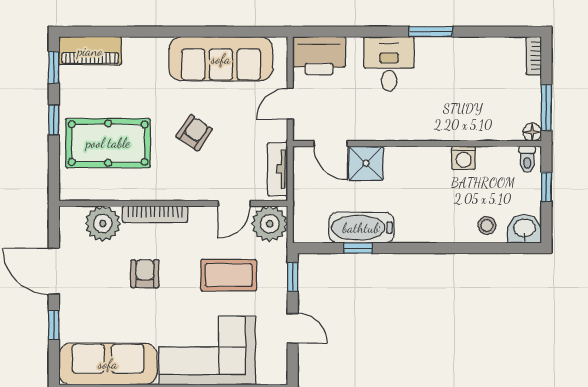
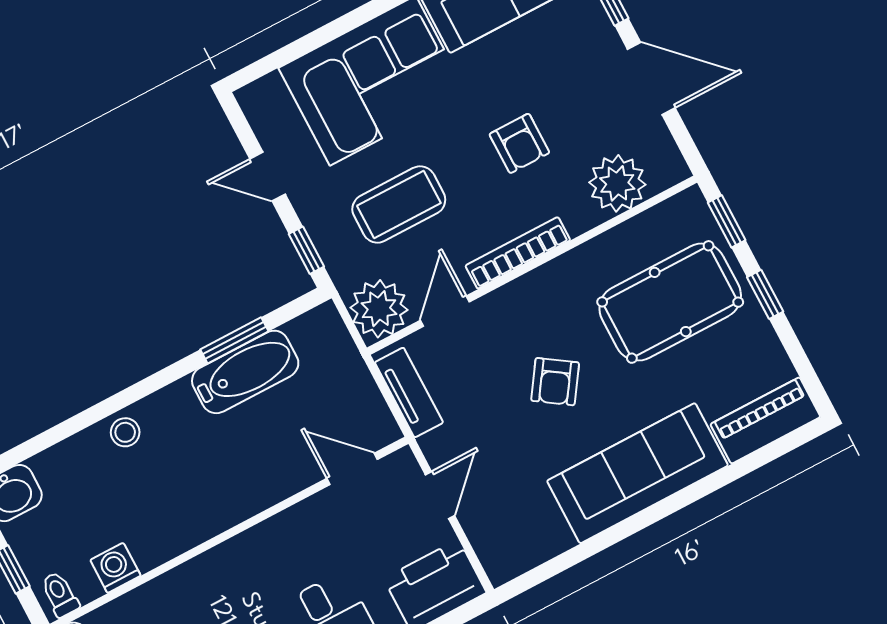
sofa: (221, 59) -> (638, 473), moved
window: (54, 68) -> (727, 221), moved
washing machine: (464, 158) -> (115, 568), moved
shower: (366, 163) -> (287, 467), removed
bookcase: (155, 214) -> (518, 253), moved
stool: (487, 226) -> (125, 432), moved
window: (358, 248) -> (234, 340), width x1.50

